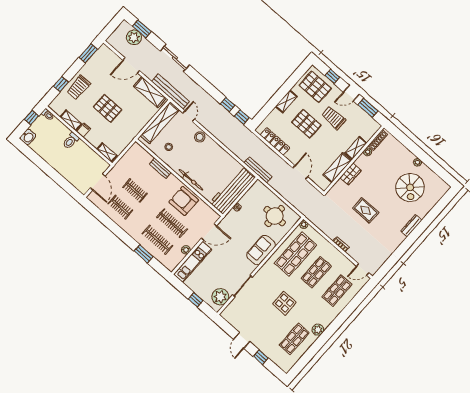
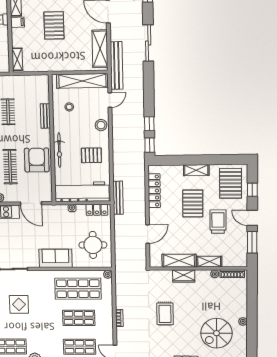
pallet: (214, 162) -> (91, 155), added
locker: (253, 191) -> (97, 210), added
display table: (284, 303) -> (19, 304), moved

